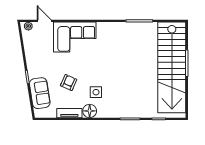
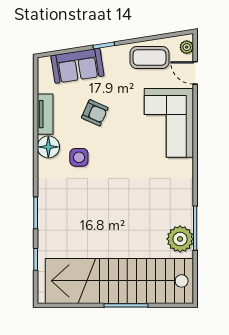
door: (44, 21) -> (195, 73), swing flipped
plant: (146, 30) -> (180, 239), added
coffee table: (35, 49) -> (149, 58), added

